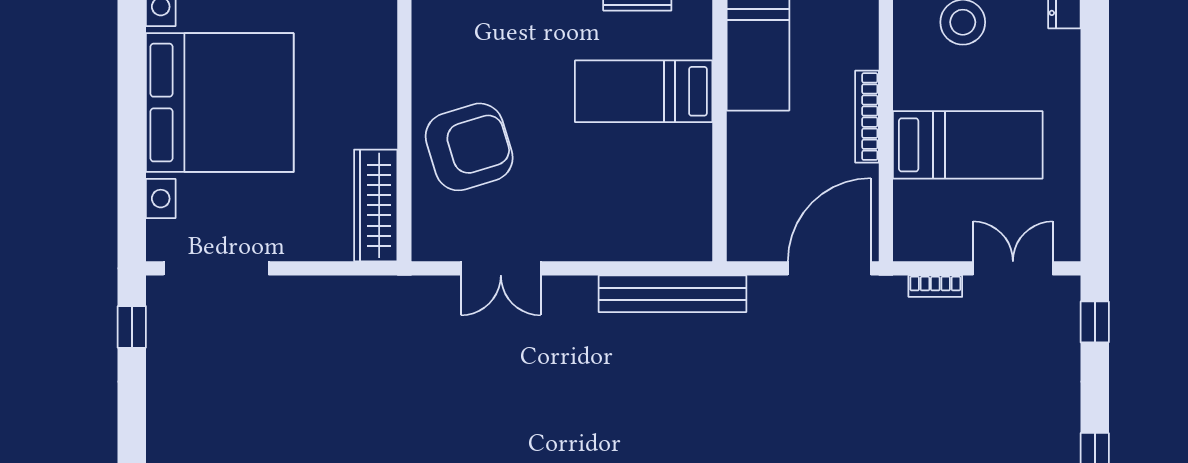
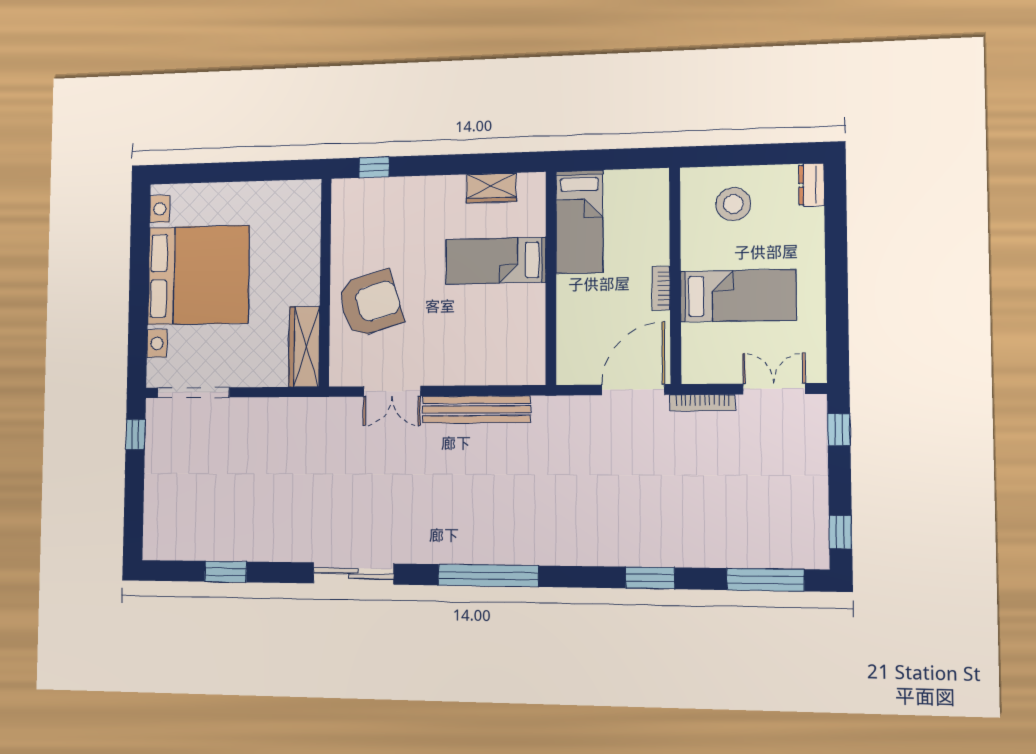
bookcase: (867, 117) -> (661, 288), width x0.64
bookcase: (935, 286) -> (702, 403), width x1.56
bench: (673, 294) -> (476, 410), moved

